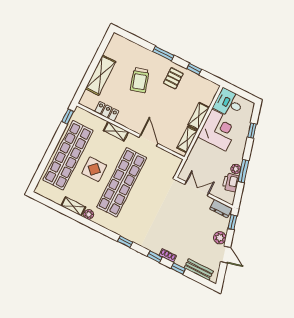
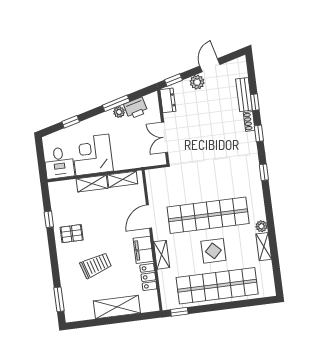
window: (163, 53) -> (59, 299), moved
filing cabinet: (128, 121) -> (143, 250), added
bench: (199, 270) -> (244, 95), moved

